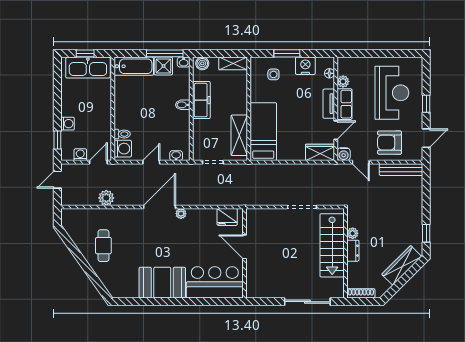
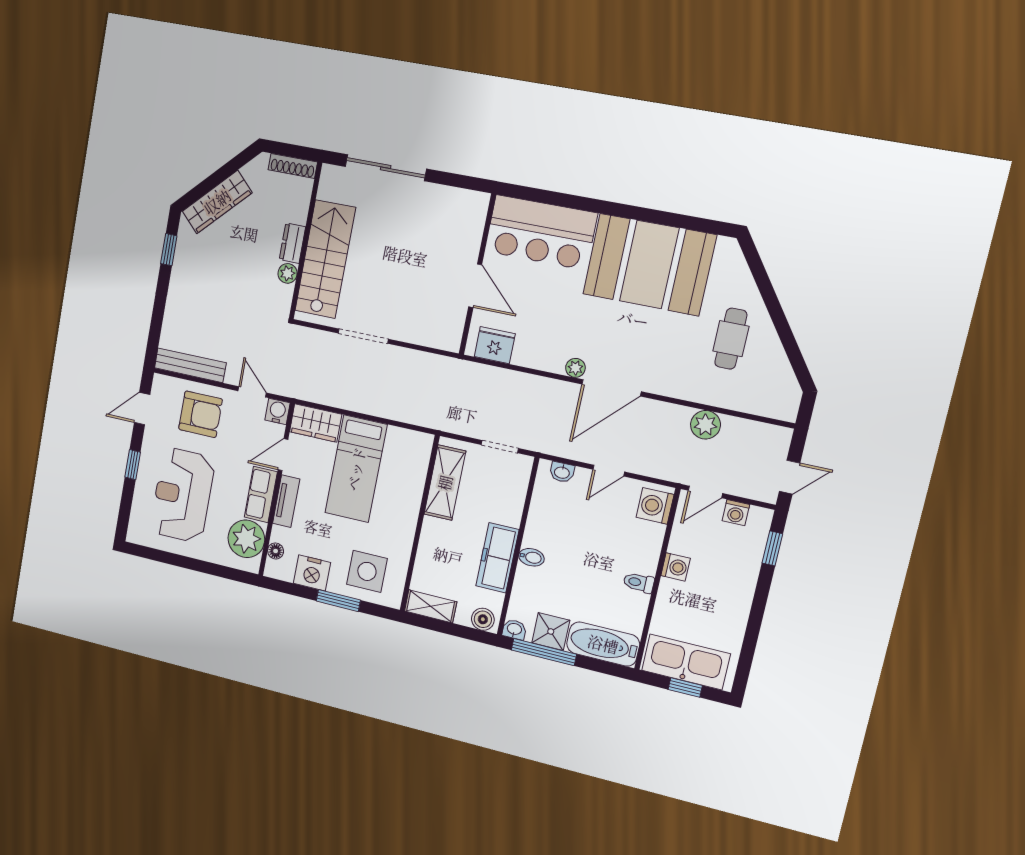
side table: (273, 74) -> (367, 571), width x1.87, depth x1.87
plant: (343, 81) -> (246, 539), width x1.88, depth x1.88
washing machine: (68, 124) -> (675, 567), moved, turned 180
bed: (263, 132) -> (356, 469), moved
toilet: (122, 134) -> (639, 583), moved
booth: (162, 283) -> (649, 265), width x1.36, depth x1.42

